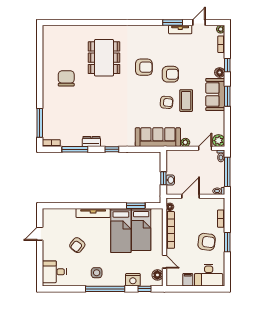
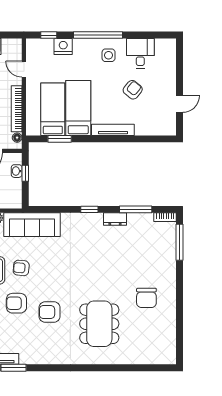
desk: (54, 272) -> (140, 53), moved, turned -90
floor lamp: (157, 275) -> (33, 52), removed

